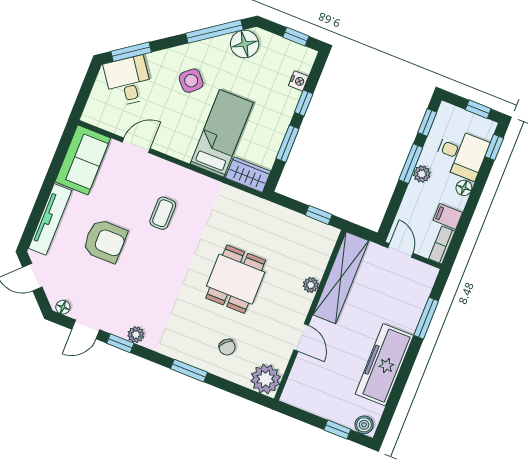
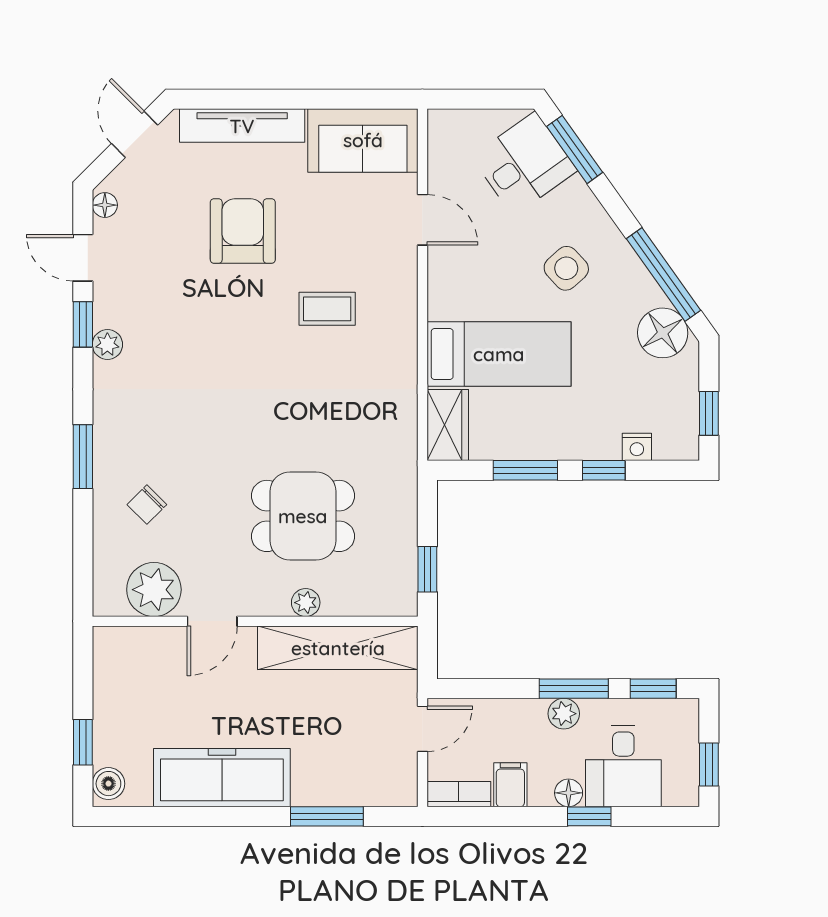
window: (494, 147) -> (589, 816), moved
armchair: (105, 241) -> (243, 231), turned 180
dining table: (236, 279) -> (303, 516), moved
plant: (266, 379) -> (154, 590), moved

